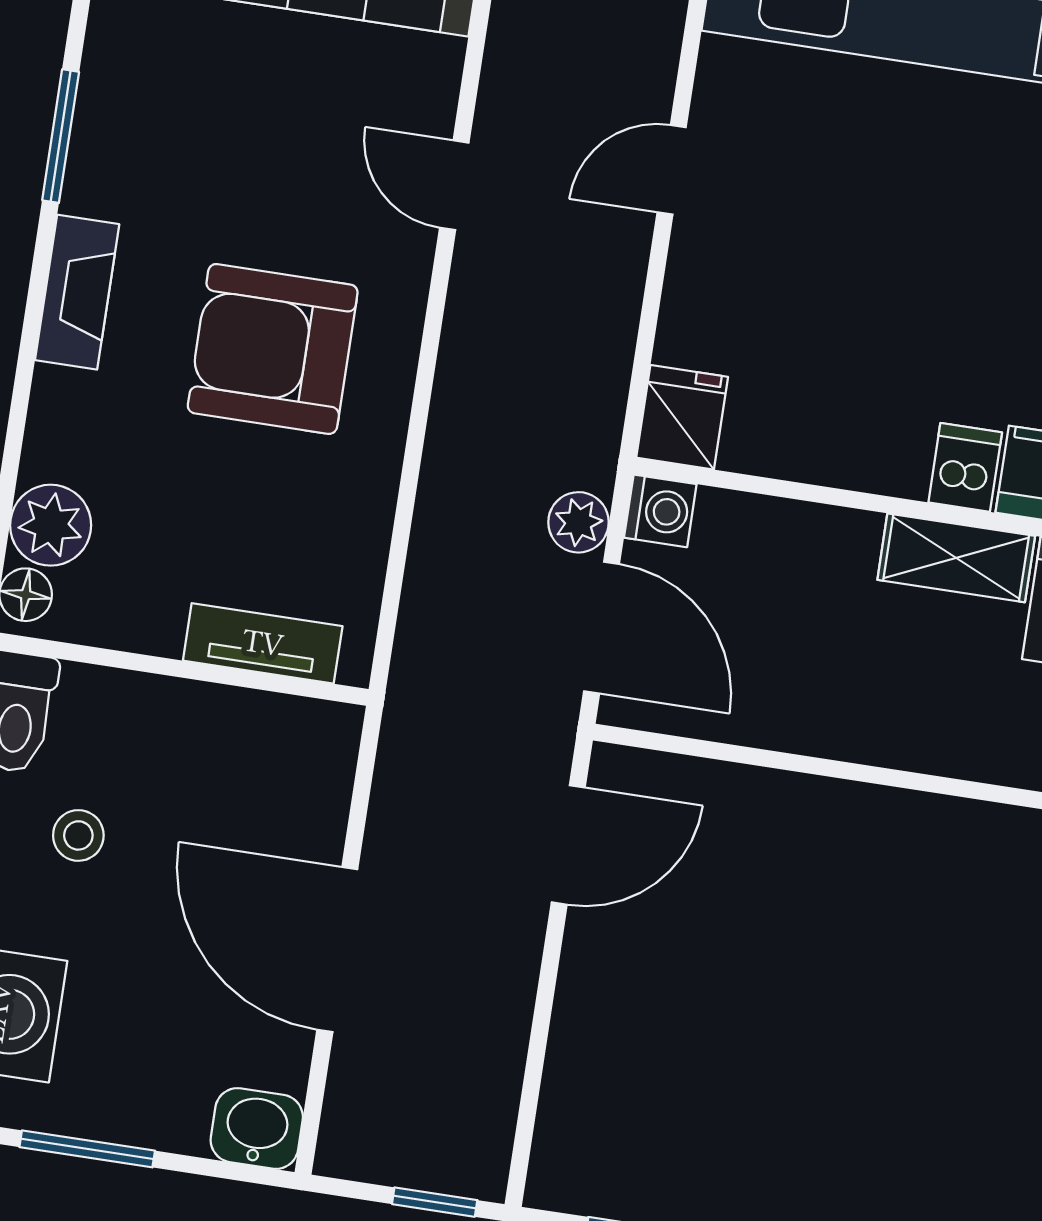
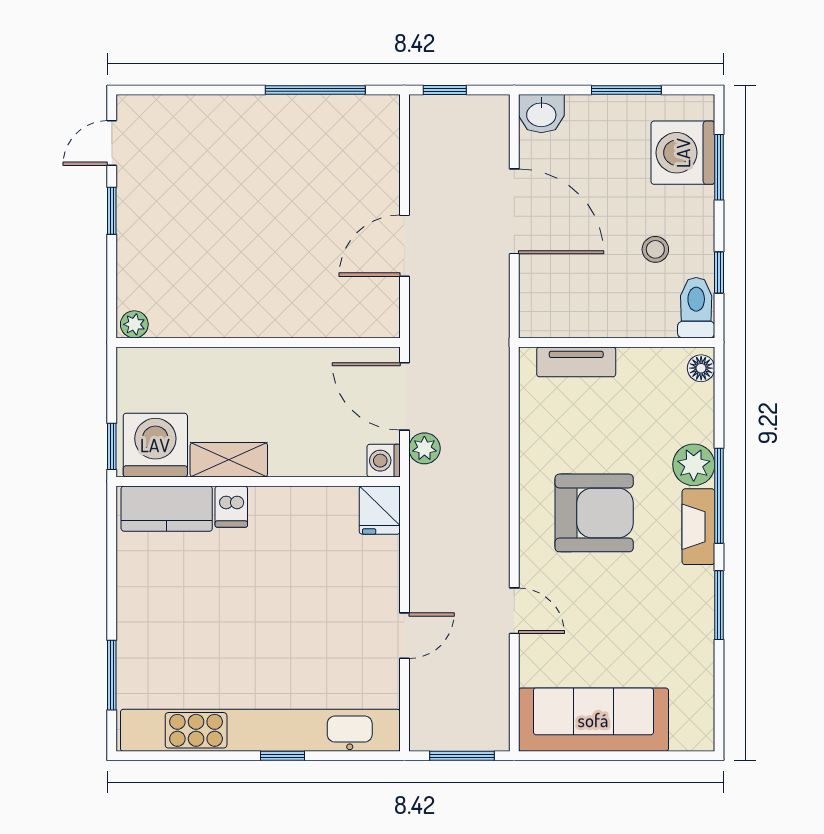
window: (29, 345) -> (719, 496), added
plant: (51, 525) -> (694, 465), moved
door: (568, 845) -> (404, 246), moved

